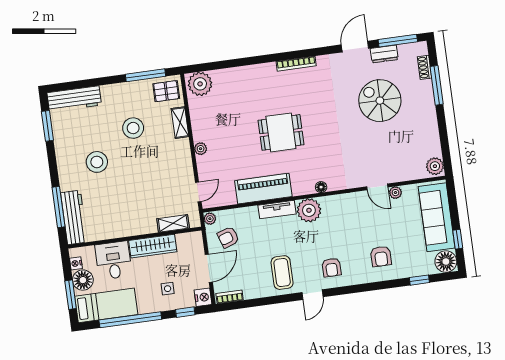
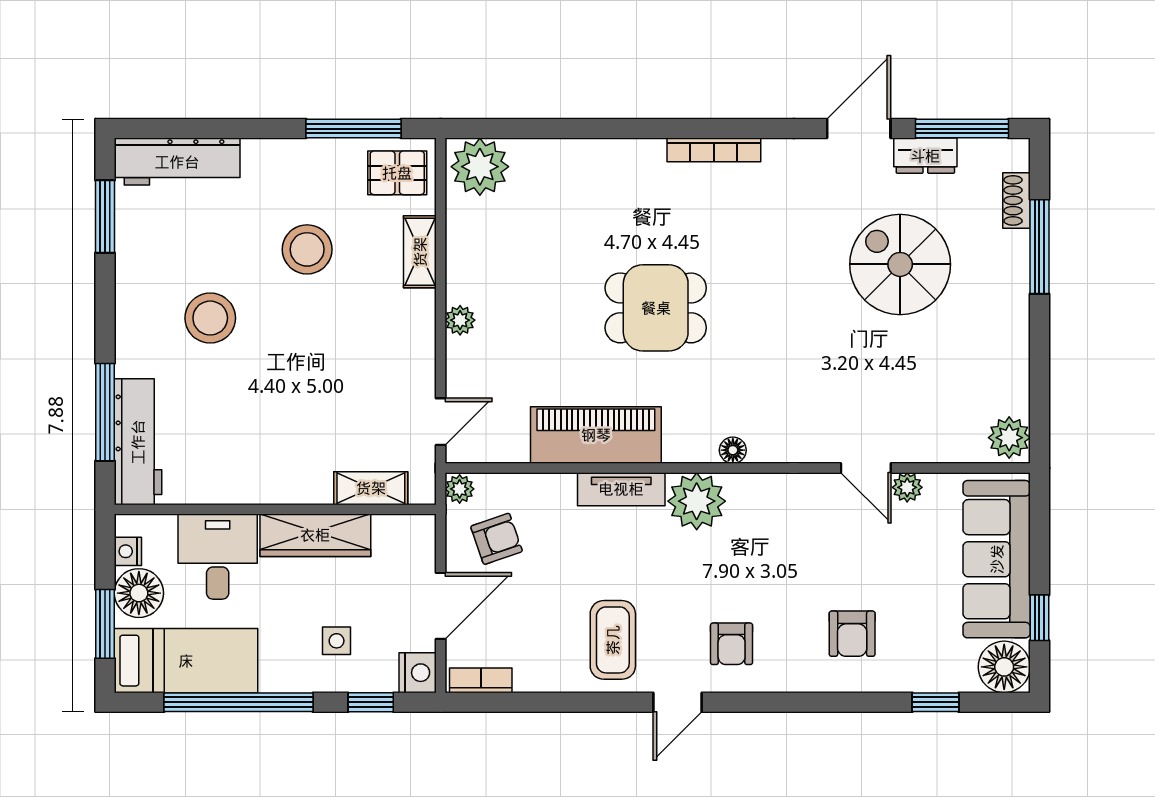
armchair: (228, 237) -> (497, 539), turned 180

